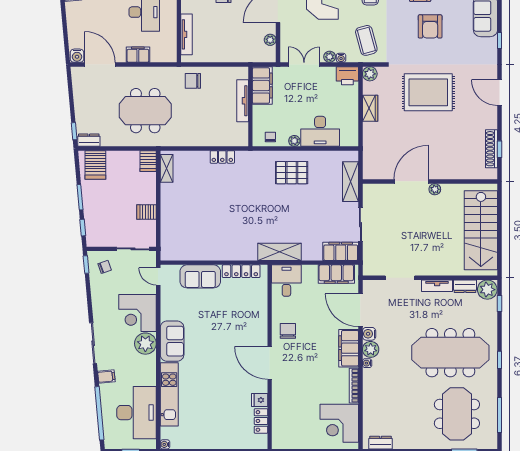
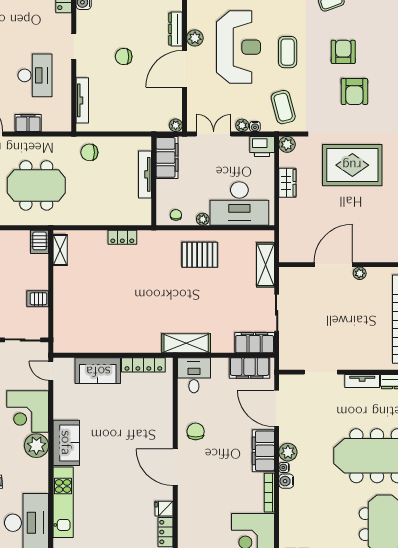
plant: (270, 40) -> (176, 125), moved
desk: (320, 131) -> (239, 204), width x1.36, depth x1.30
water cooler: (369, 334) -> (286, 481), moved

